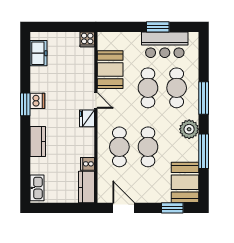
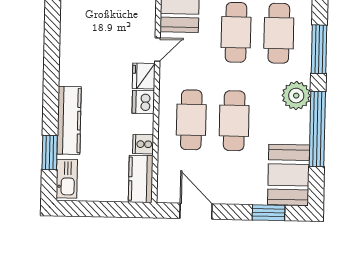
door: (96, 100) -> (157, 50), hinge flipped
dishwasher: (37, 101) -> (143, 102), moved, turned 180
window: (25, 104) -> (50, 153), moved
kitchen counter: (38, 141) -> (69, 120), width x1.50
window: (204, 151) -> (317, 129), width x1.46

